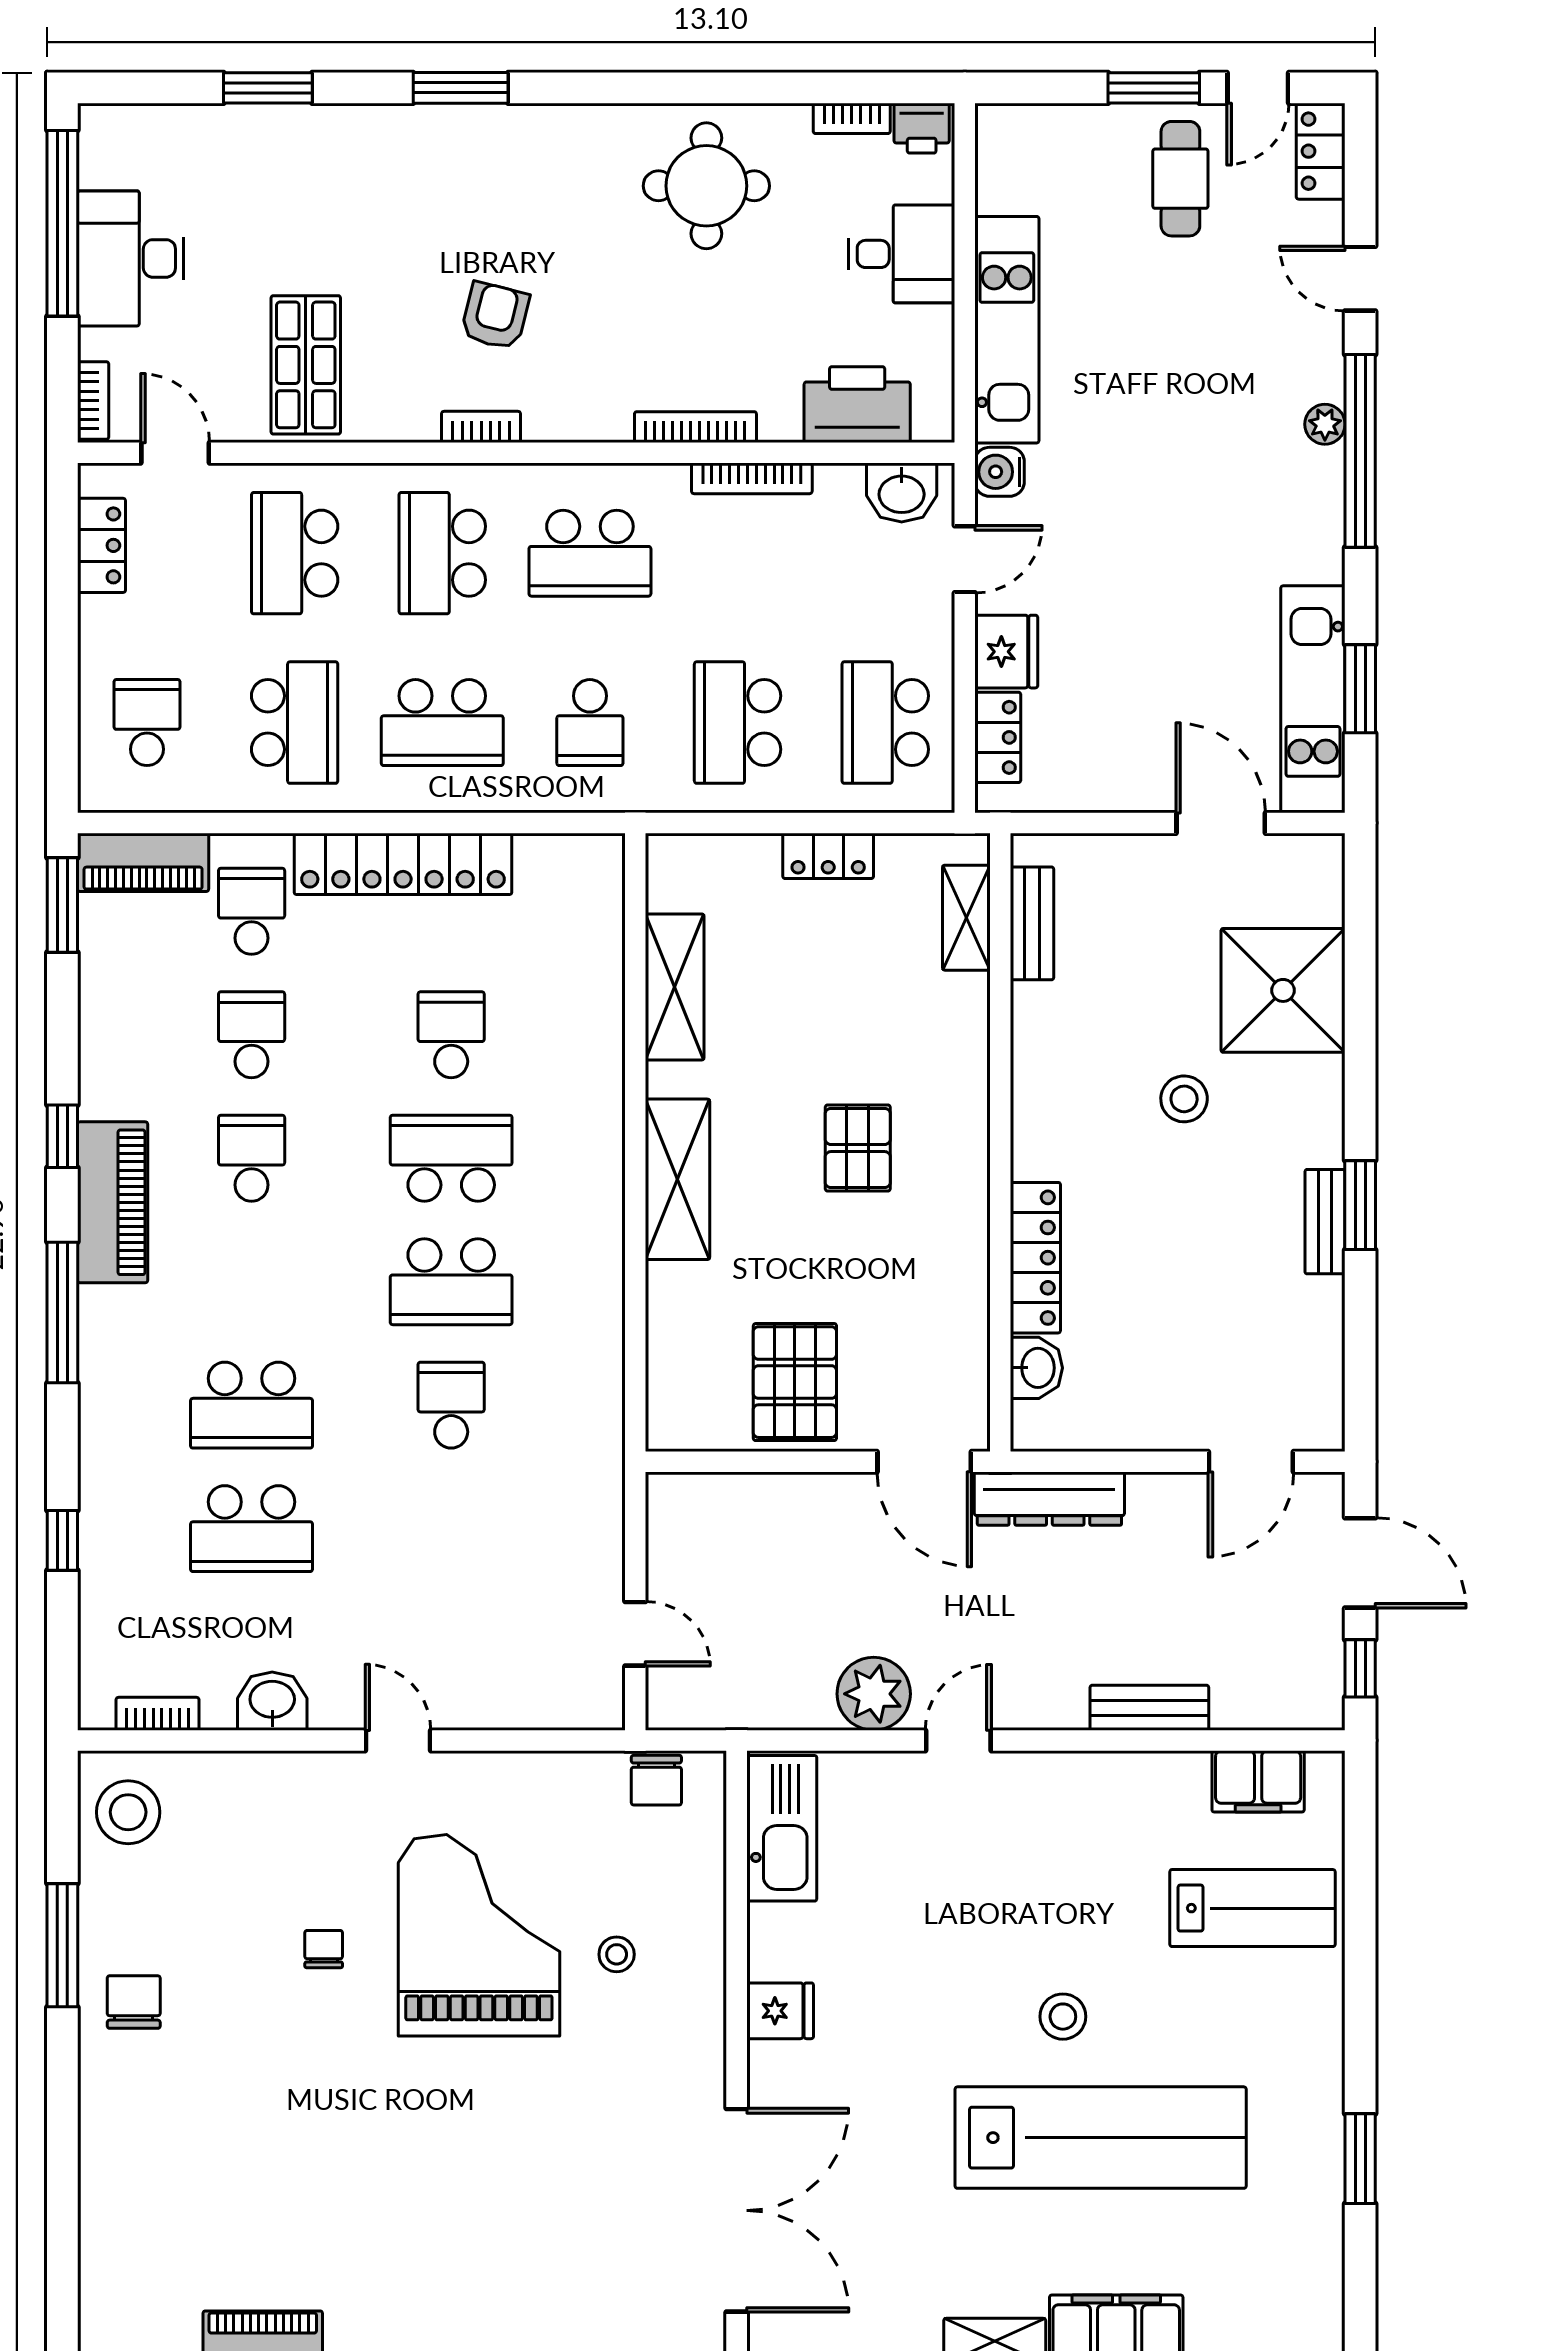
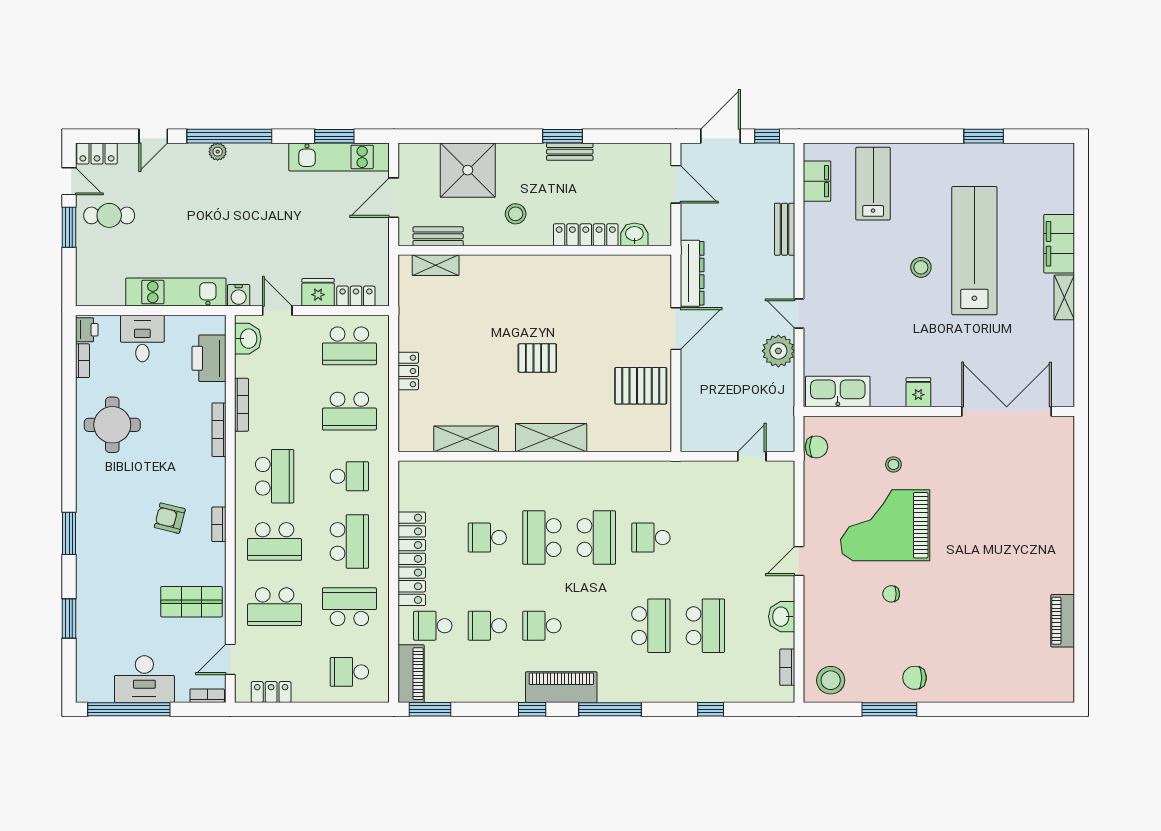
shelving: (966, 918) -> (436, 265), moved
bench: (1032, 923) -> (438, 236), moved
wall: (1000, 1142) -> (535, 250), moved
locker: (1035, 1258) -> (586, 235), moved
washbasin: (1036, 1368) -> (634, 234), moved

